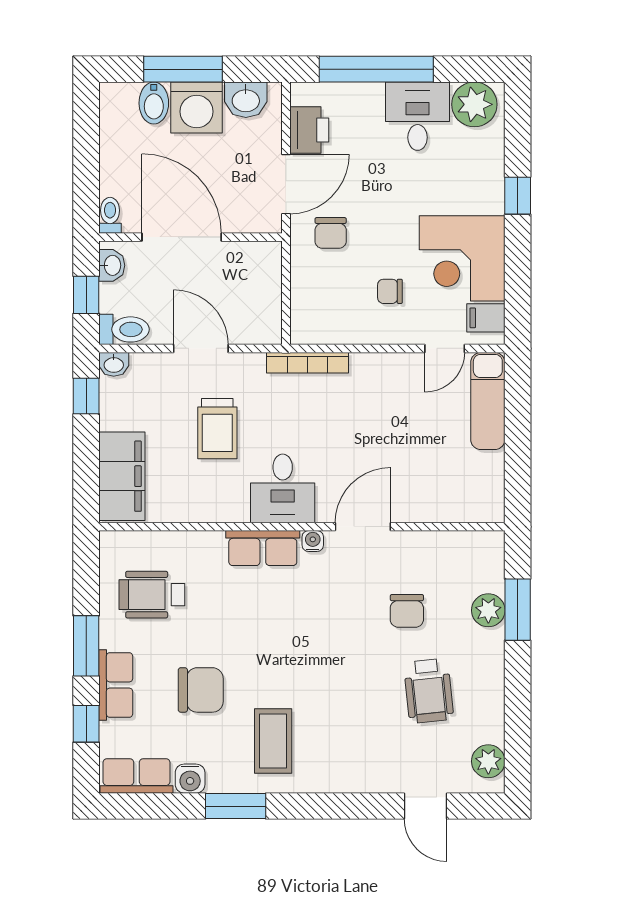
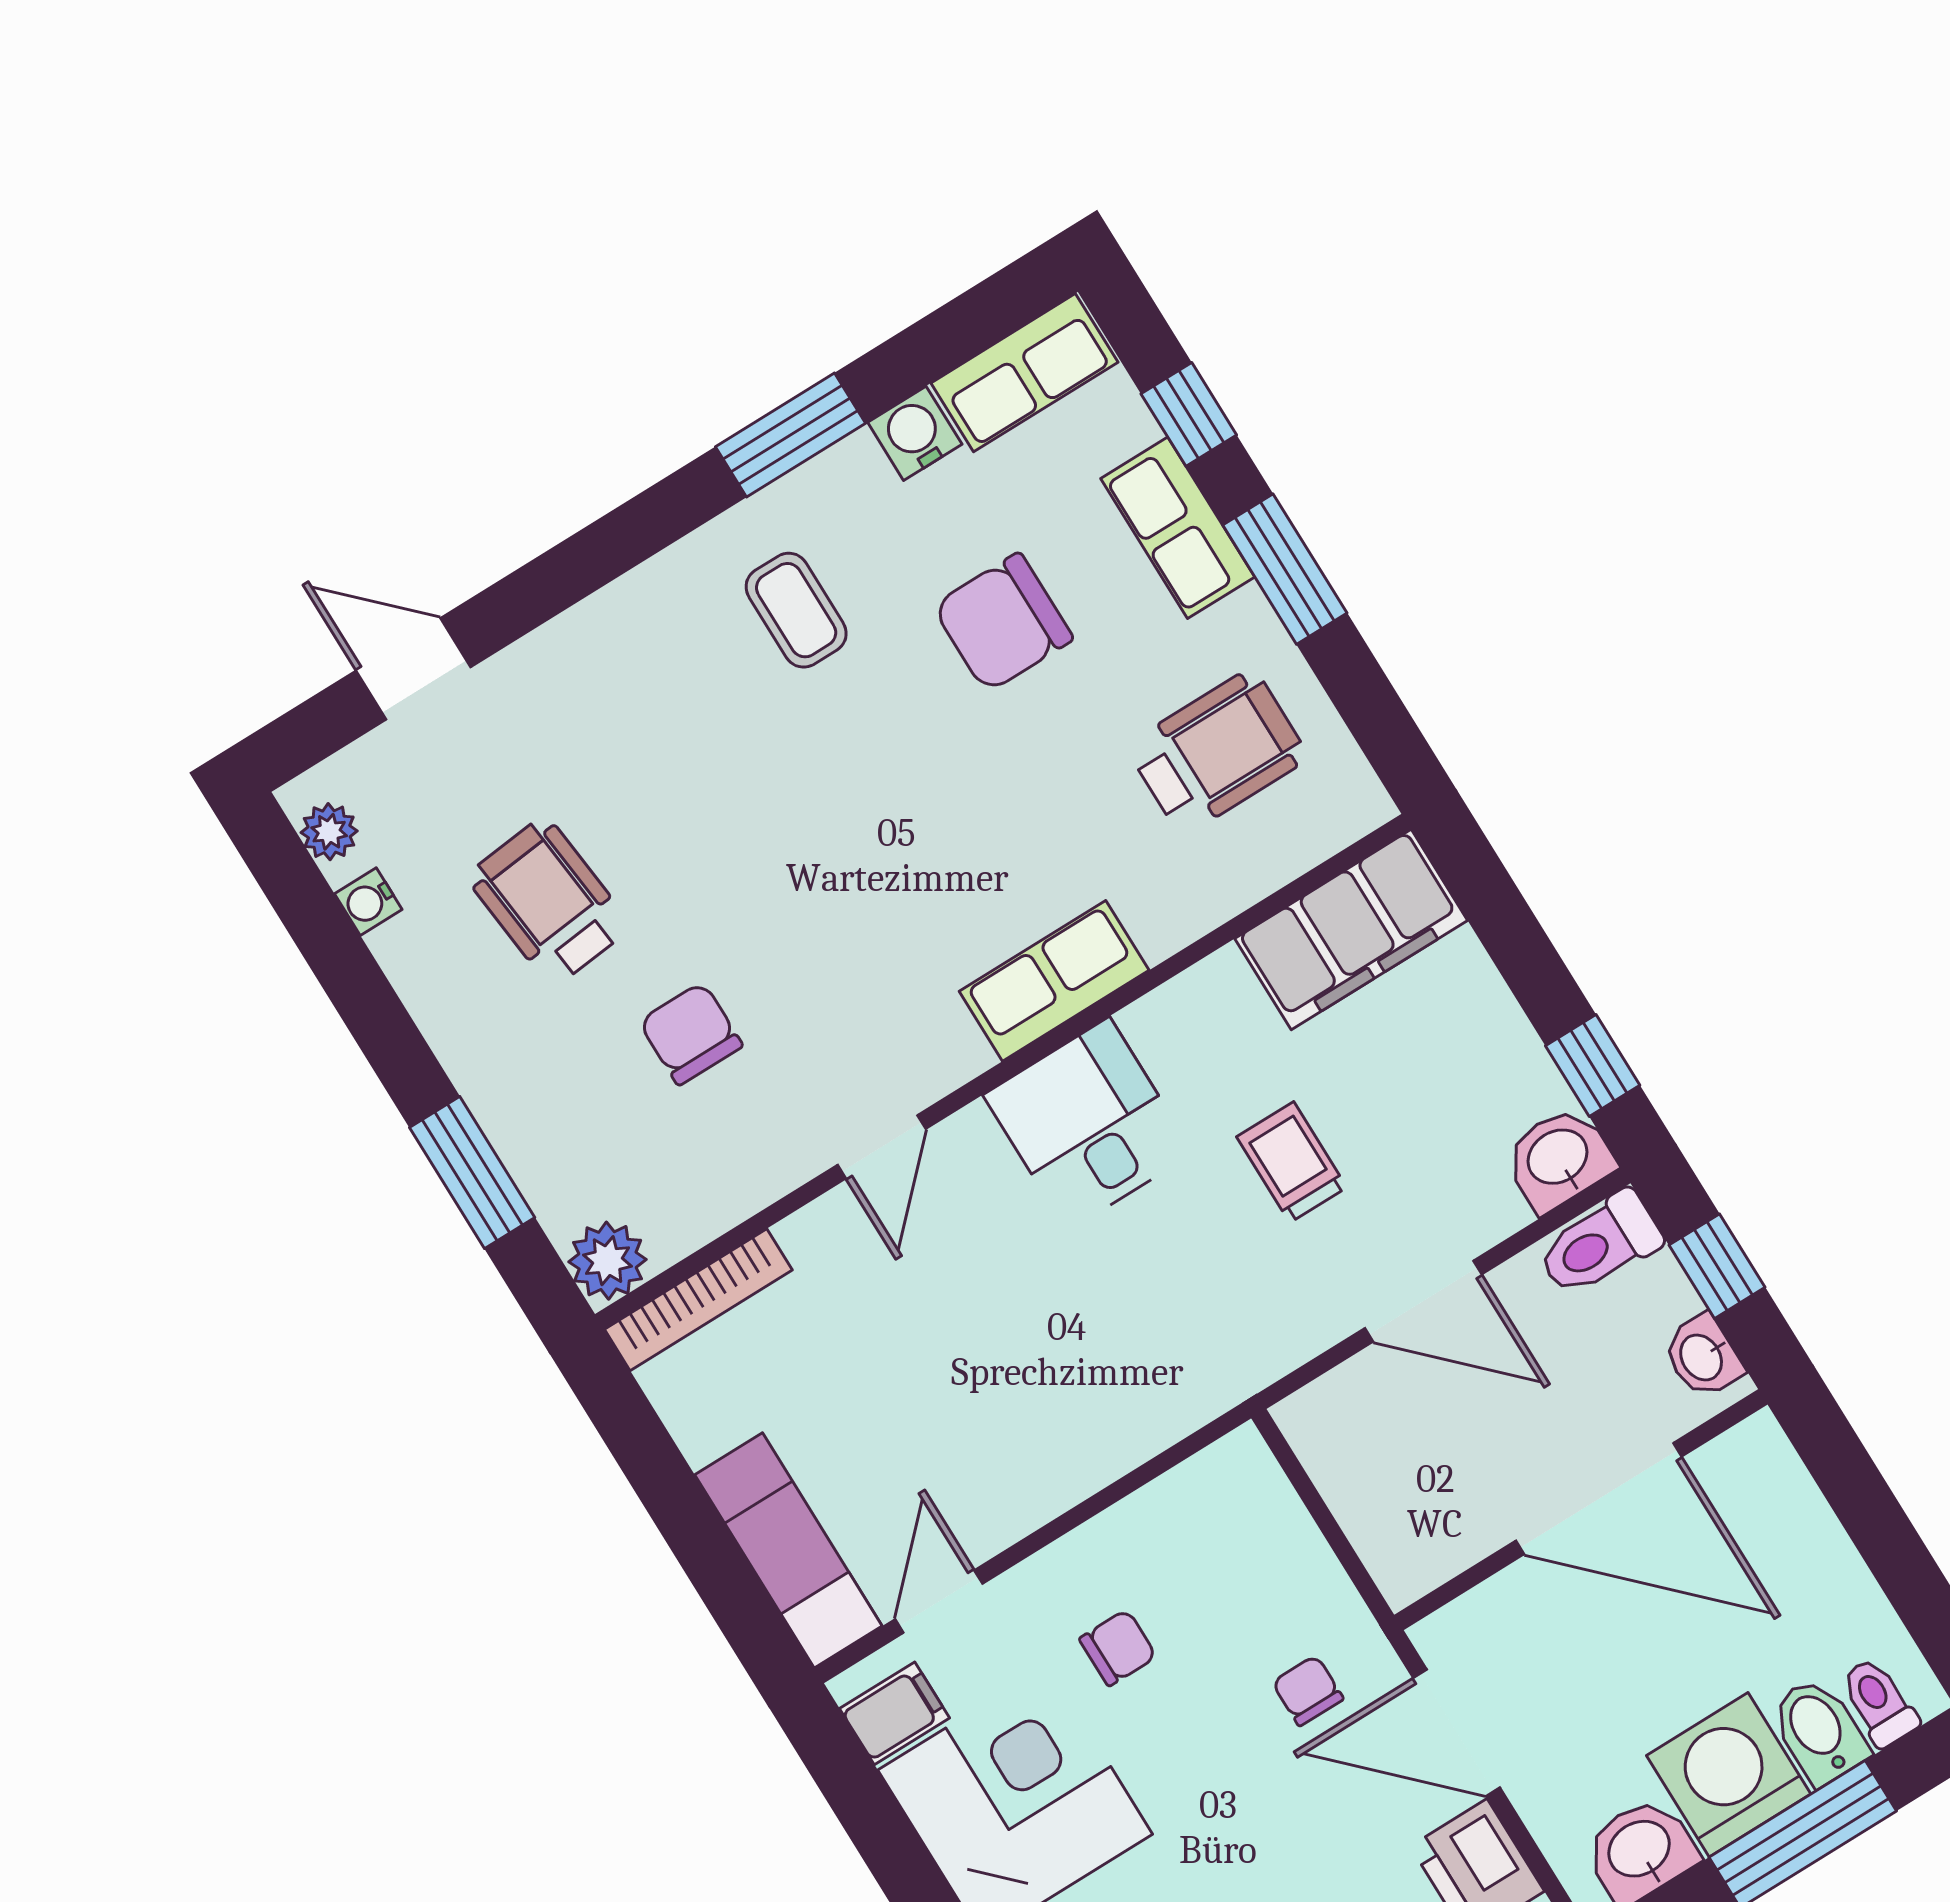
door: (286, 184) -> (1457, 1733), hinge flipped
toilet: (110, 215) -> (1879, 1702), moved, turned 180
chair: (331, 233) -> (1308, 1691), width x0.73, depth x0.73
bookcase: (308, 363) -> (698, 1300), moved, turned 180
washbasin: (114, 364) -> (1559, 1159), width x1.38, depth x1.45
trolley: (217, 429) -> (1292, 1162), width x0.73, depth x0.72
filing cabinet: (122, 476) -> (1351, 930), moved, turned -90
door: (363, 527) -> (882, 1147), width x0.73
water cooler: (313, 541) -> (368, 902), moved, turned 90
plant: (488, 610) -> (608, 1261), moved
coffee table: (273, 741) -> (796, 610), width x0.73, depth x0.77
plant: (488, 761) -> (329, 832), width x0.73, depth x0.73

